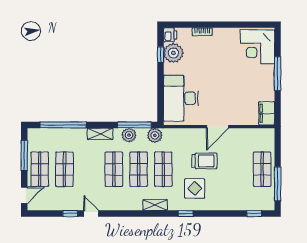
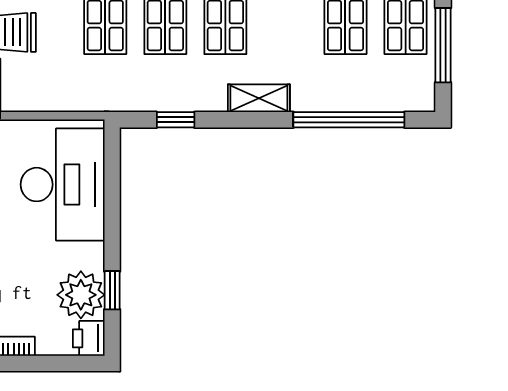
window: (134, 125) -> (176, 120), width x0.46
plant: (129, 135) -> (189, 95), removed
plant: (155, 135) -> (126, 95), removed

